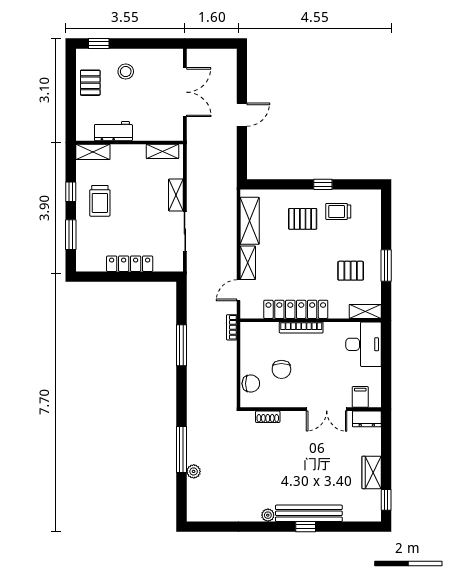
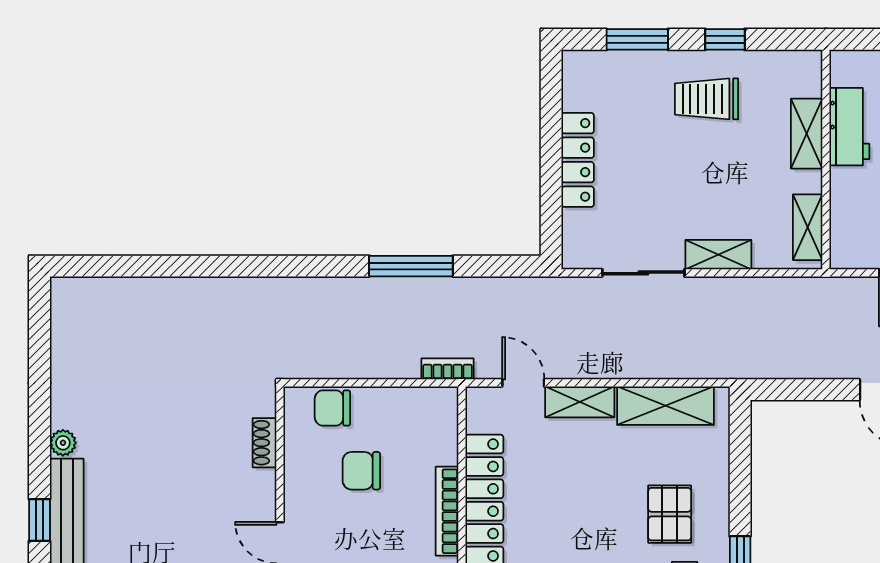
shelving: (93, 152) -> (807, 134), moved
chair: (251, 384) -> (332, 408), turned 90
window: (181, 449) -> (197, 266), removed
plant: (194, 471) -> (152, 291), removed

